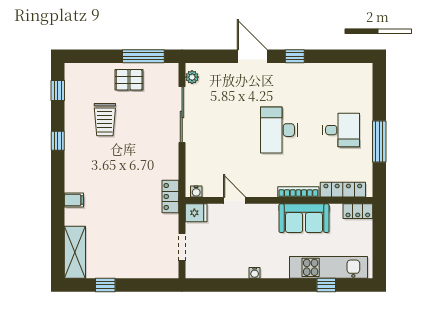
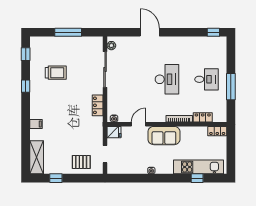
window: (143, 56) -> (68, 32), moved
window: (295, 56) -> (213, 32), moved
pallet: (129, 80) -> (81, 162), moved
trolley: (105, 120) -> (56, 73), turned -90
desk: (279, 130) -> (167, 79), turned 180
locker: (343, 190) -> (203, 117), width x0.66
locker: (170, 197) -> (98, 105), moved
door: (235, 200) -> (139, 124), hinge flipped
sofa: (304, 218) -> (164, 136), moved

